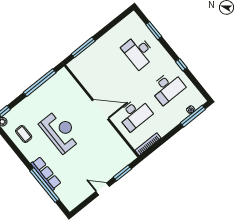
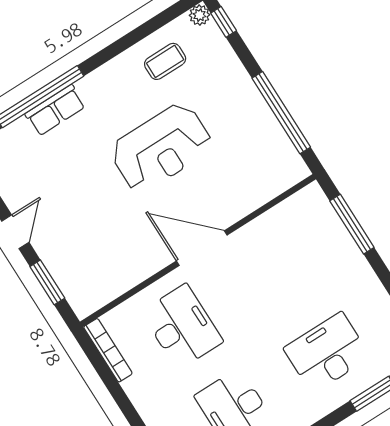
door: (101, 110) -> (202, 248), swing flipped
desk: (135, 114) -> (182, 327), turned 180
row of seats: (46, 173) -> (55, 110), width x0.68

